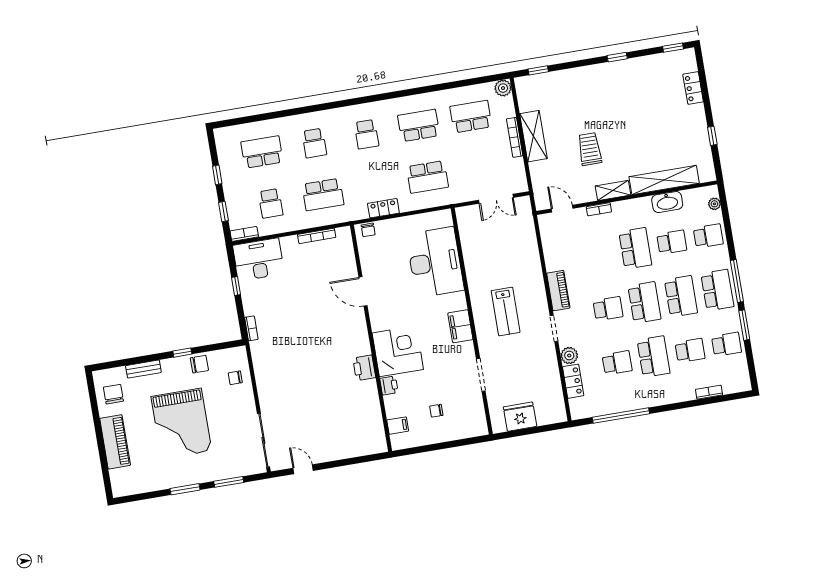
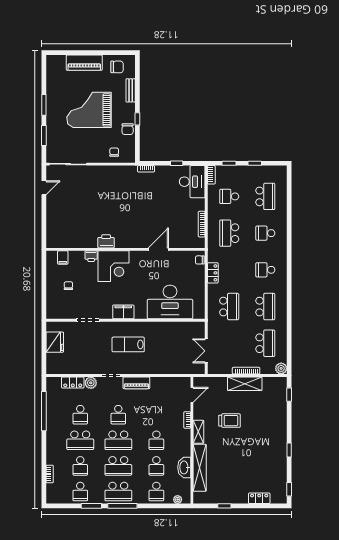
school desk: (427, 177) -> (229, 307), turned 180
school desk: (635, 248) -> (156, 440), width x0.54

